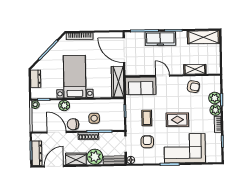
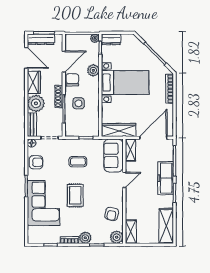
shelving: (195, 69) -> (131, 232), moved
shelving: (135, 71) -> (130, 150), added
dresser: (36, 79) -> (111, 39), moved
plant: (215, 98) -> (117, 237), moved
armchair: (147, 142) -> (36, 162), moved

